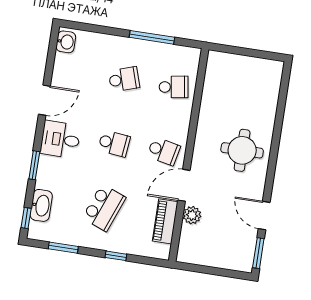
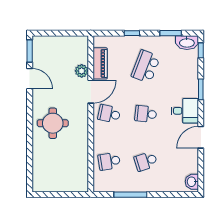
washbasin: (41, 205) -> (187, 43), moved, turned -90

